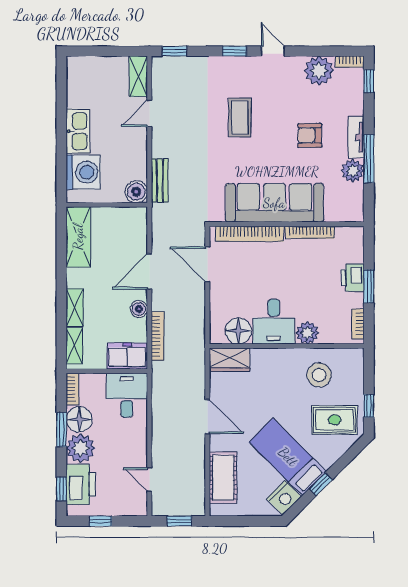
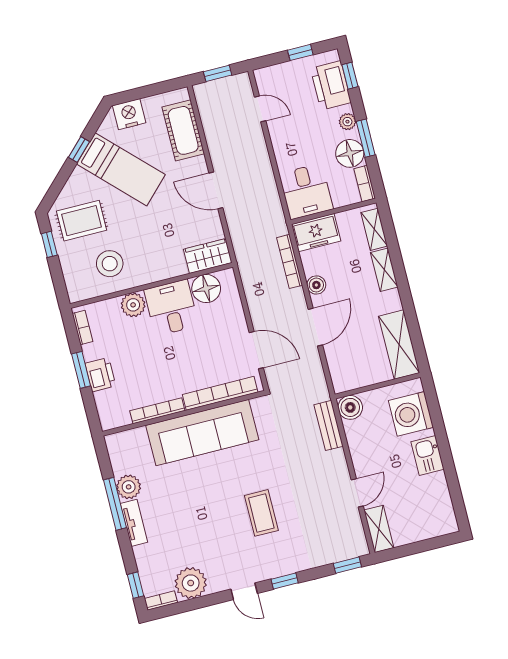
kitchen sink: (78, 131) -> (427, 455), width x0.73
armchair: (310, 135) -> (183, 513), removed
plant: (81, 448) -> (347, 122), width x0.53, depth x0.53
nightstand: (284, 498) -> (129, 114), moved, turned 45

